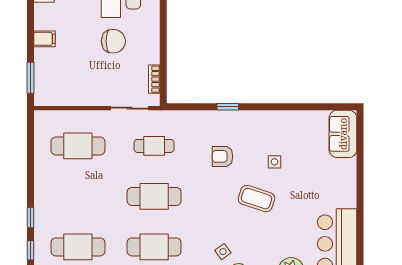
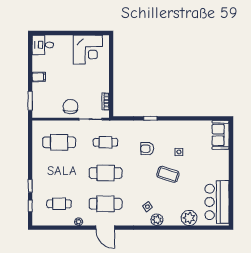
chair: (113, 41) -> (70, 107), moved, turned -90
cafe table: (78, 247) -> (59, 204), width x0.73, depth x0.74

